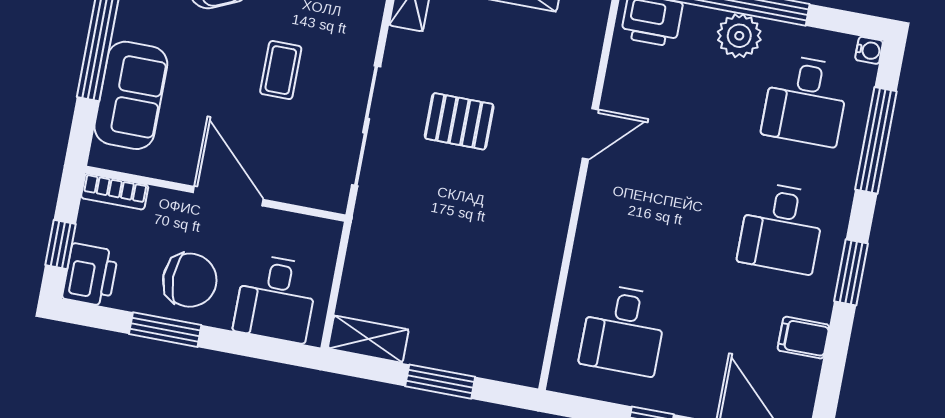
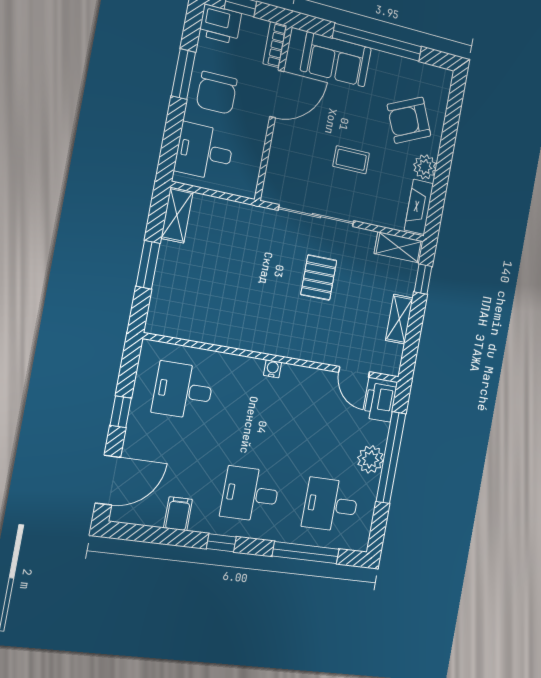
water cooler: (869, 50) -> (273, 369), moved, turned 180
door: (590, 134) -> (354, 372), moved
door: (228, 196) -> (277, 94), moved
window: (851, 272) -> (221, 543), width x0.67

